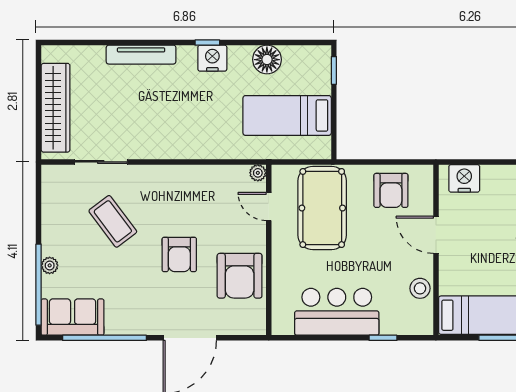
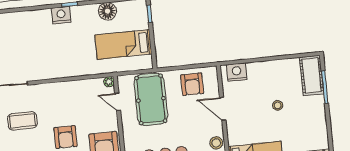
tv unit: (141, 55) -> (29, 16), removed
nightstand: (212, 58) -> (61, 15), moved
coffee table: (113, 221) -> (22, 121), turned -53

